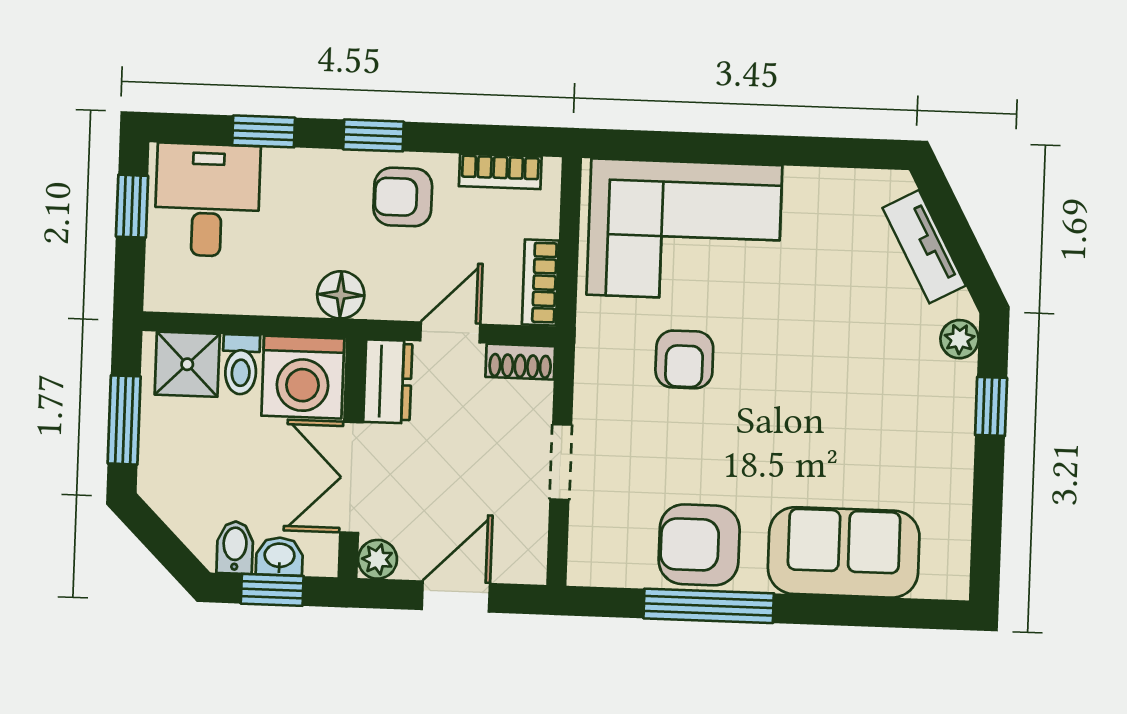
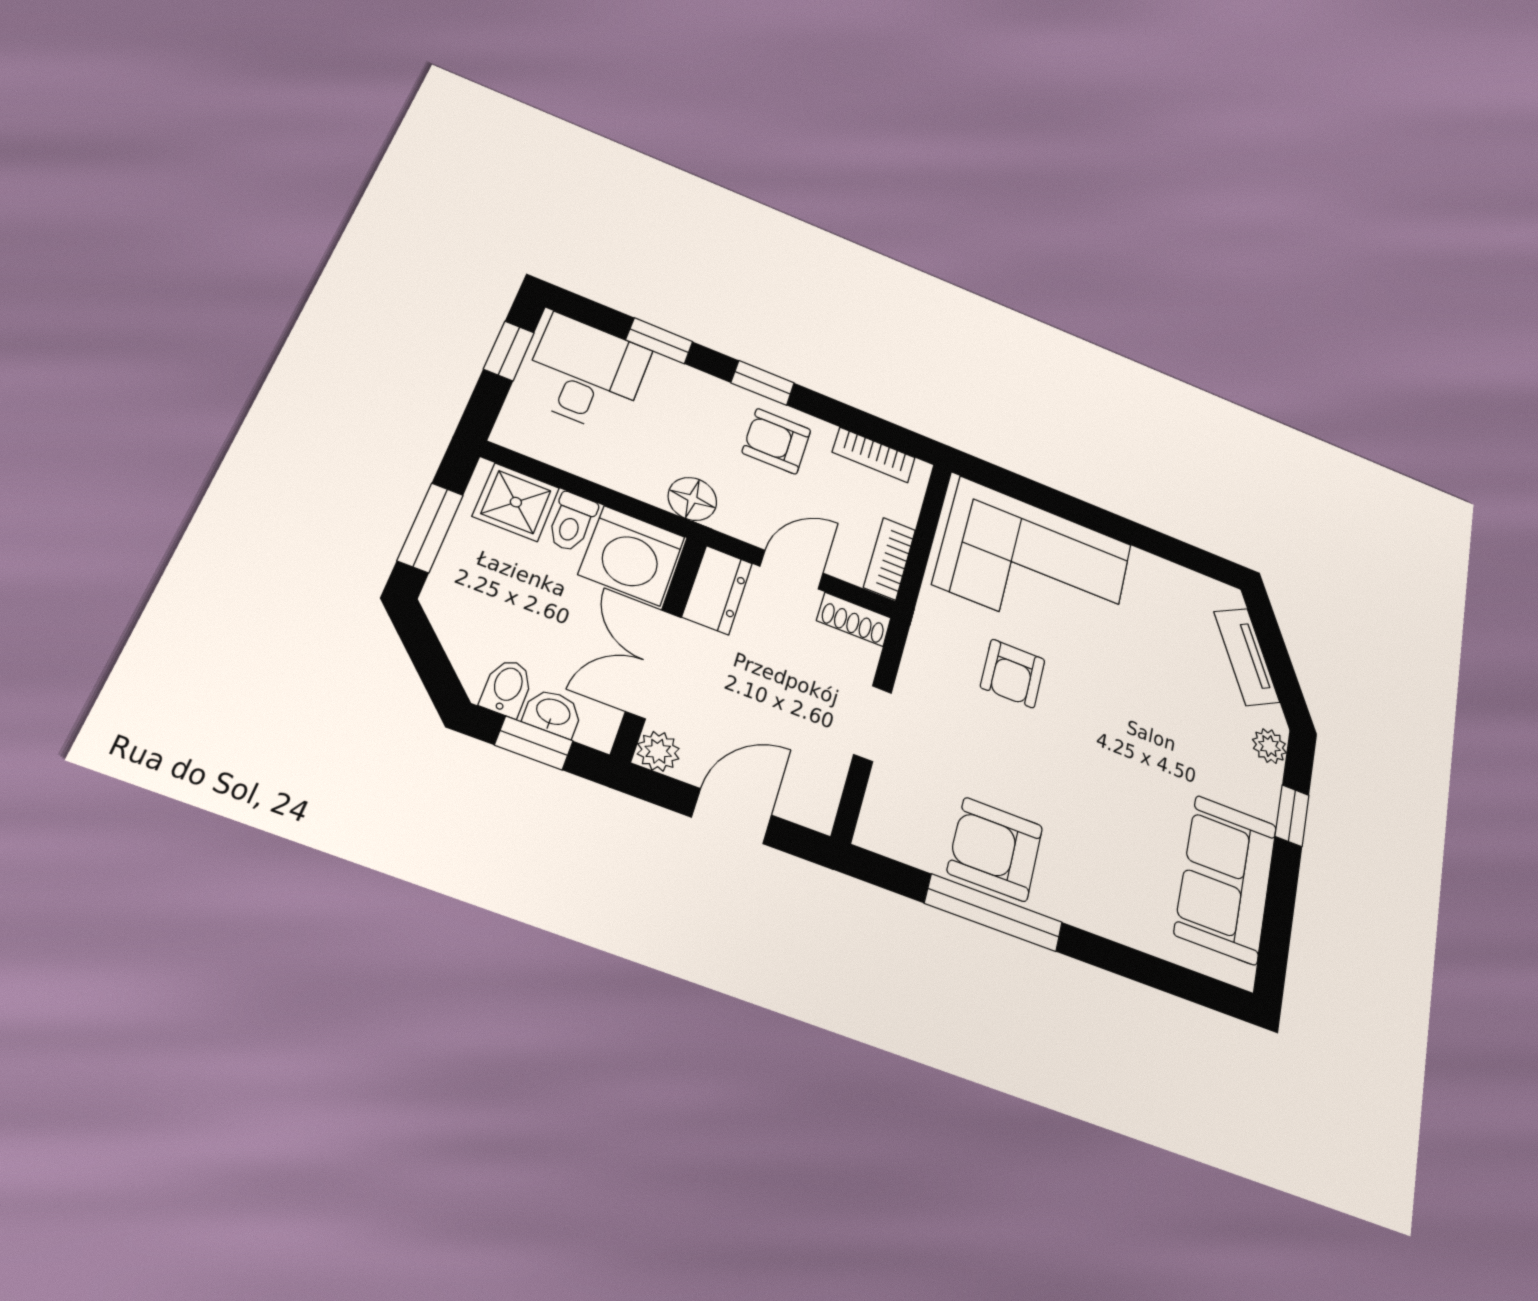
sofa: (844, 552) -> (1226, 879), moved, turned -90

